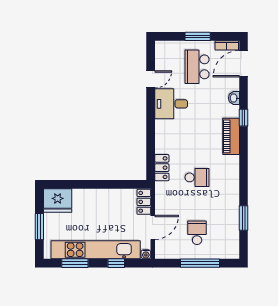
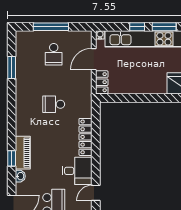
piano: (231, 136) -> (23, 153), moved
locker: (162, 168) -> (86, 137), moved, width x1.53
window: (116, 263) -> (137, 27), moved

